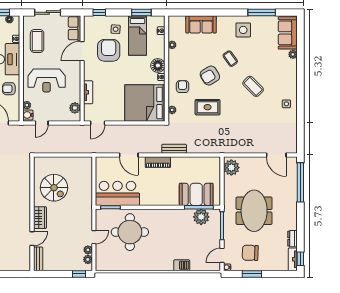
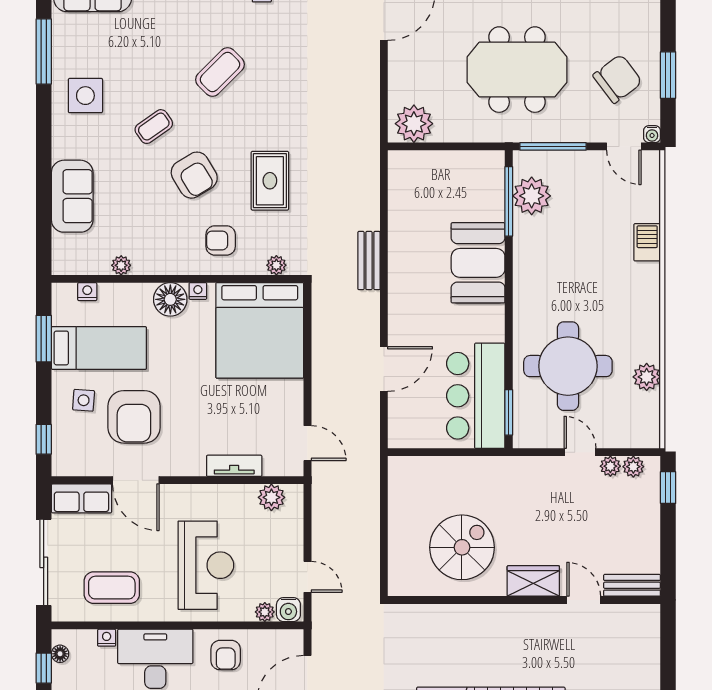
sliding door: (48, 12) -> (44, 562), width x1.37
armchair: (109, 50) -> (134, 417), turned -90
piano: (158, 162) -> (401, 299), removed
booth: (196, 194) -> (478, 263), moved
chair: (250, 253) -> (617, 79), turned -129
plant: (125, 265) -> (647, 377), added

